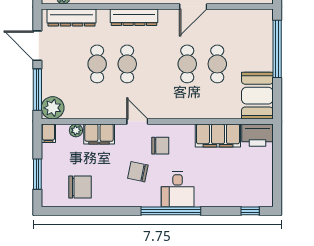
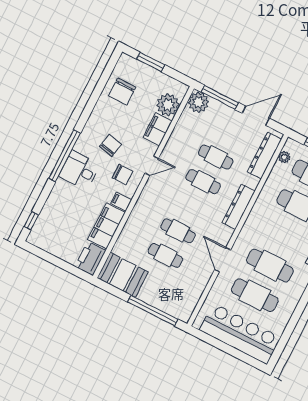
plant: (76, 130) -> (168, 105), width x1.88, depth x1.88
filing cabinet: (48, 133) -> (121, 202), moved
chair: (160, 146) -> (122, 174), turned -90

